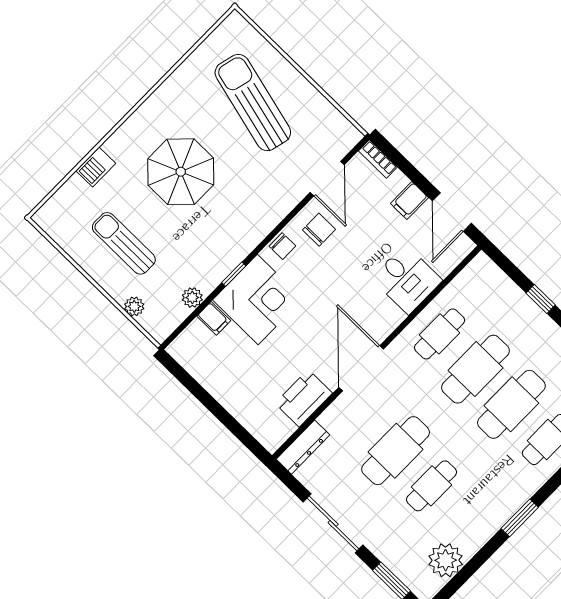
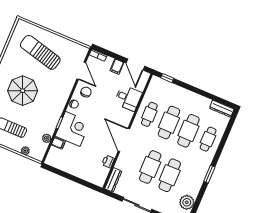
window: (541, 299) -> (167, 78), moved
printer: (304, 398) -> (108, 162), width x0.53, depth x0.68
cafe table: (432, 486) -> (170, 175), width x1.37, depth x1.35

